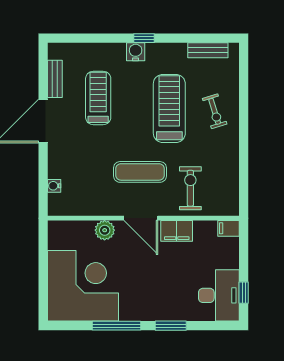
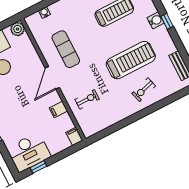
exercise mat: (140, 172) -> (66, 49), moved
exercise bike: (190, 188) -> (87, 99), width x0.73, depth x0.72
plant: (105, 230) -> (18, 29), moved
filing cabinet: (177, 231) -> (58, 110), width x0.50

